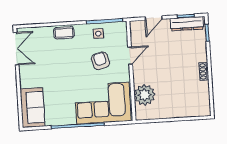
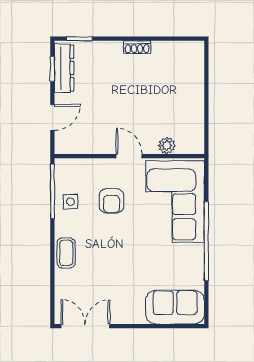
door: (154, 18) -> (52, 118), hinge flipped
door: (130, 56) -> (129, 156), moved
armchair: (100, 61) -> (112, 201), turned -75
plant: (145, 95) -> (167, 146), width x0.53, depth x0.53

